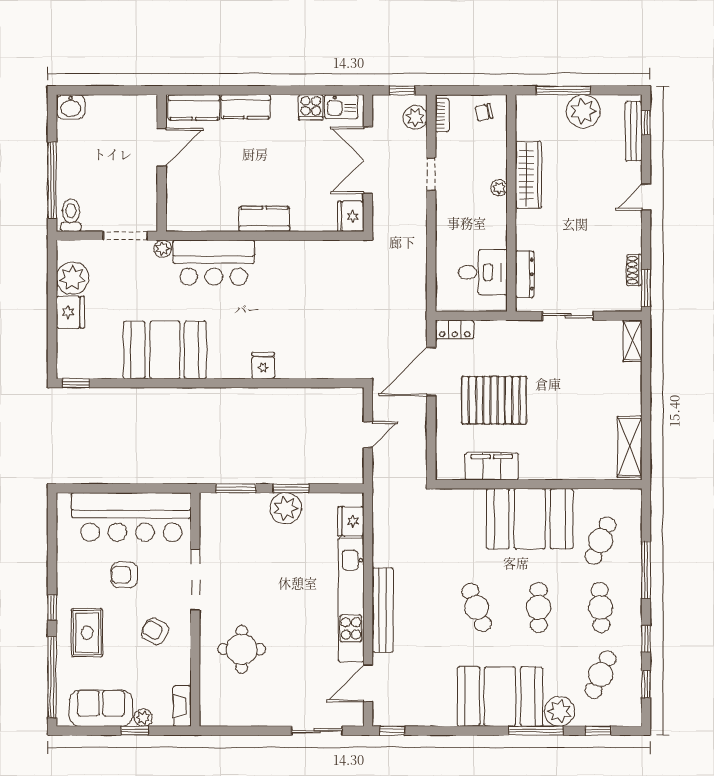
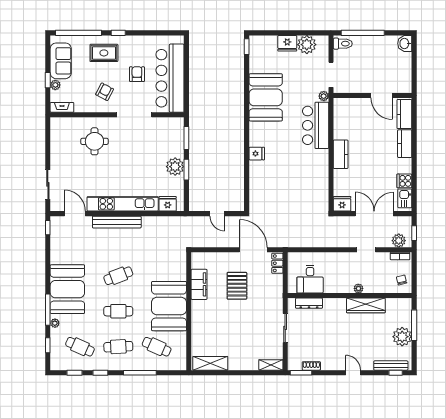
pallet: (494, 400) -> (237, 286), width x0.73, depth x0.71
plant: (559, 711) -> (55, 323), width x0.53, depth x0.53

